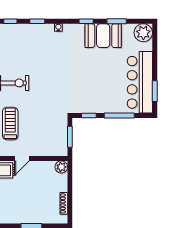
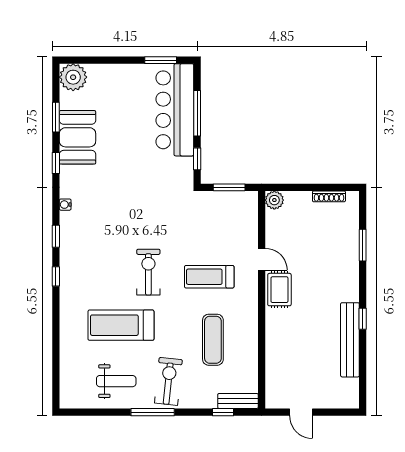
bar counter: (140, 82) -> (175, 110), moved, turned 90

